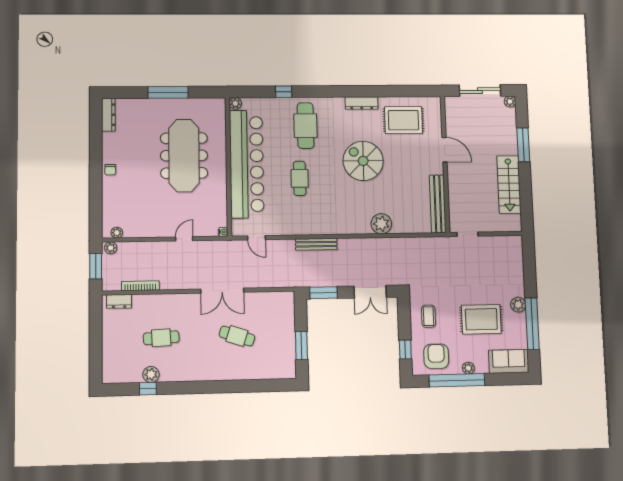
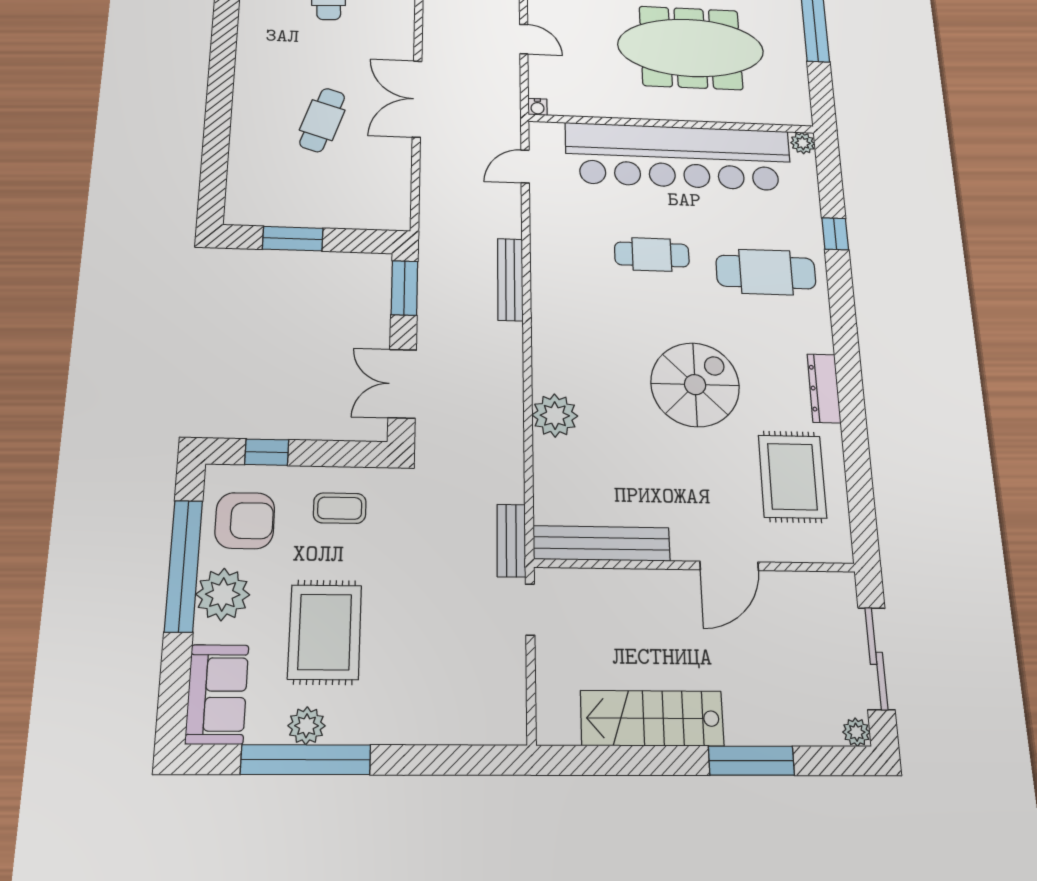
bench: (439, 242) -> (511, 541), added
plant: (518, 305) -> (307, 726), moved
plant: (468, 368) -> (223, 594), width x1.87, depth x1.87

